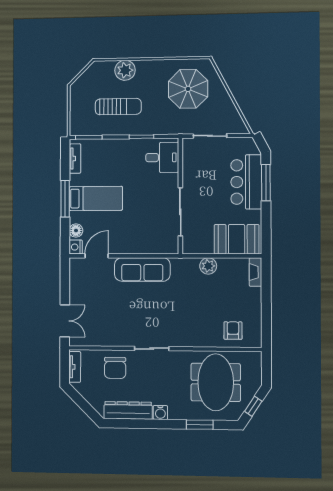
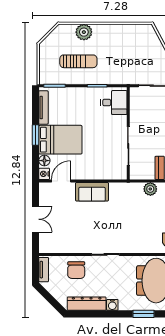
parasol: (188, 89) -> (134, 48), removed
tv unit: (75, 159) -> (43, 108), width x1.41
bed: (96, 198) -> (60, 140), width x1.50
window: (65, 199) -> (35, 135), width x0.69
sofa: (142, 269) -> (92, 192), width x0.73
double door: (65, 321) -> (35, 219), moved

